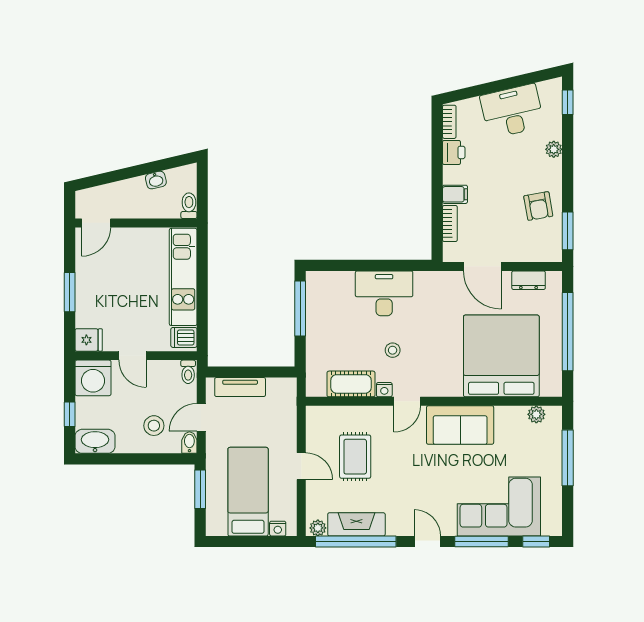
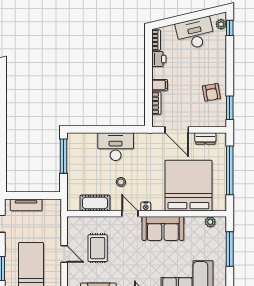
plant: (554, 149) -> (221, 24), moved
nightstand: (384, 390) -> (146, 206), moved
door: (407, 401) -> (130, 214), swing flipped

